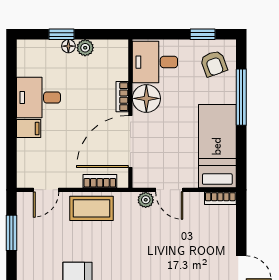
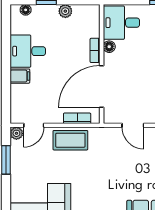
floor lamp: (68, 46) -> (26, 10), moved
floor lamp: (146, 98) -> (109, 47), width x0.53, depth x0.53
plant: (146, 200) -> (16, 133), moved

